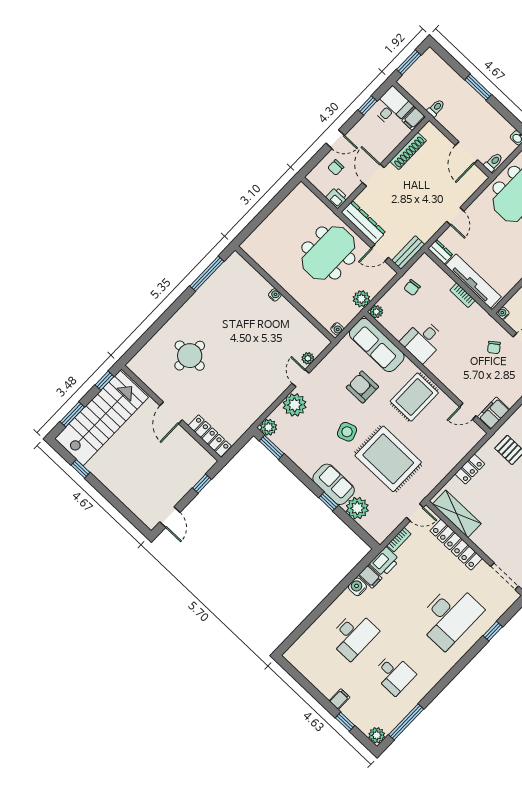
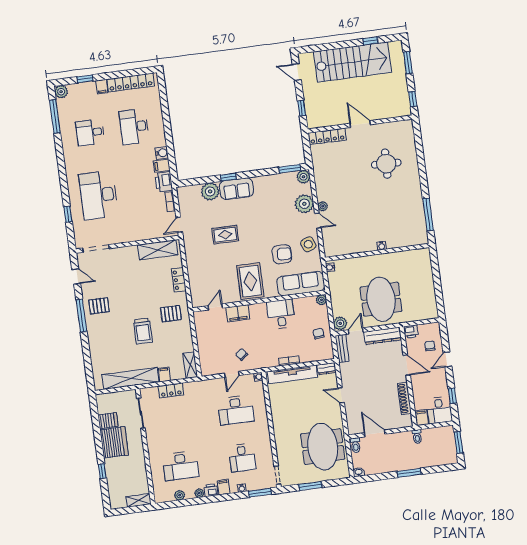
plant: (361, 299) -> (340, 323), moved
plant: (308, 358) -> (323, 206), moved
filing cabinet: (493, 413) -> (238, 313), moved, turned 90
stairs: (102, 418) -> (352, 62), moved, turned -90
side table: (347, 432) -> (308, 244), moved
rug: (388, 459) -> (225, 235), width x0.54, depth x0.49
locker: (456, 545) -> (131, 83), moved, turned 180

